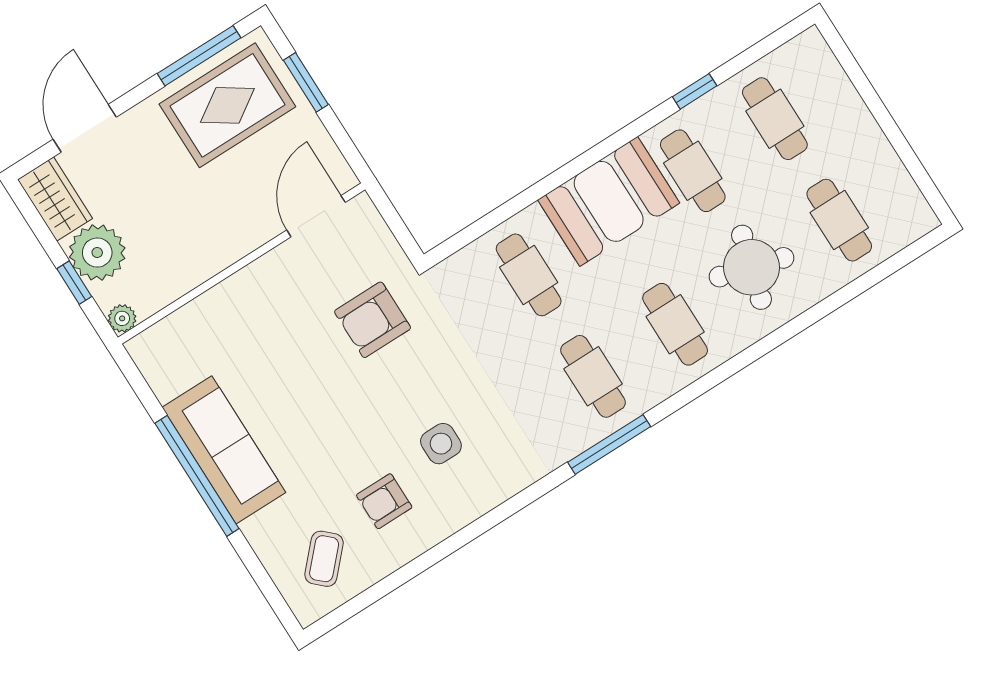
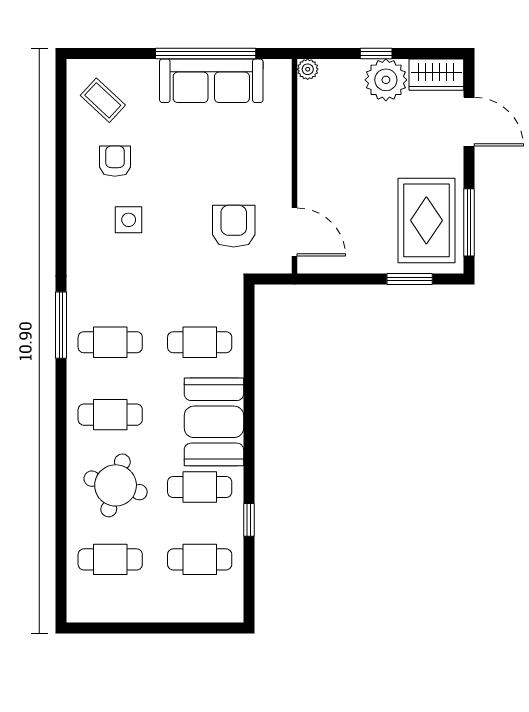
door: (316, 216) -> (295, 232), moved
wall: (242, 264) -> (295, 166), moved
plant: (122, 318) -> (308, 69), moved

